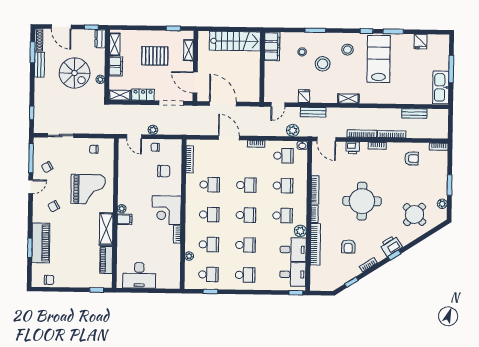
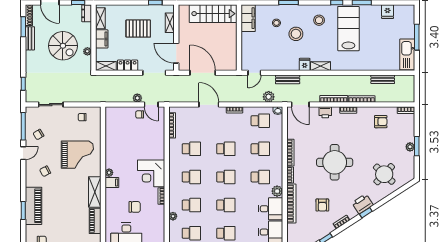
fridge: (304, 96) -> (305, 64), moved
door: (134, 137) -> (151, 105), moved
chair: (164, 171) -> (135, 207), moved
plant: (442, 204) -> (410, 147), moved

